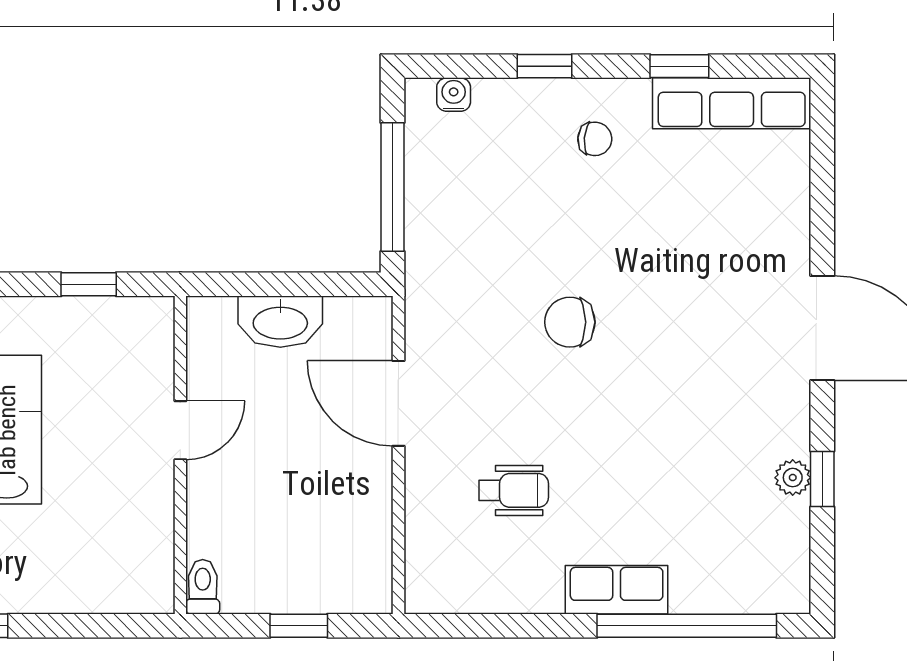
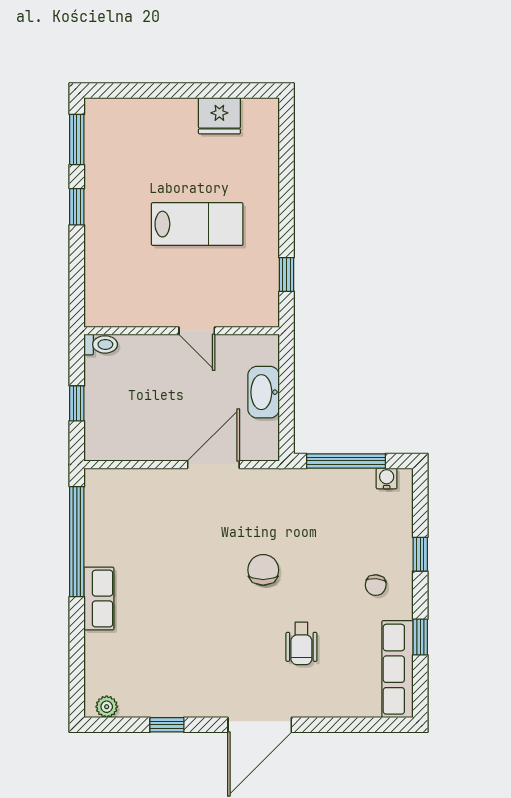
water cooler: (454, 95) -> (387, 478), moved, turned -90
plant: (793, 478) -> (107, 707), moved
wheelchair: (514, 490) -> (301, 643), moved
window: (687, 626) -> (77, 542), moved

